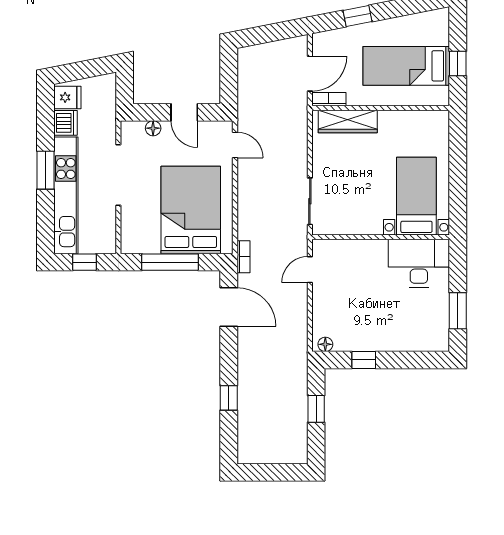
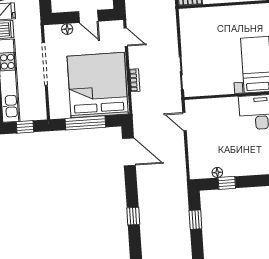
wardrobe: (348, 122) -> (204, 15), removed
bed: (191, 210) -> (98, 85), width x1.36
bookcase: (243, 257) -> (135, 80), moved
door: (310, 270) -> (185, 122), hinge flipped
floor lamp: (325, 344) -> (217, 172), moved

